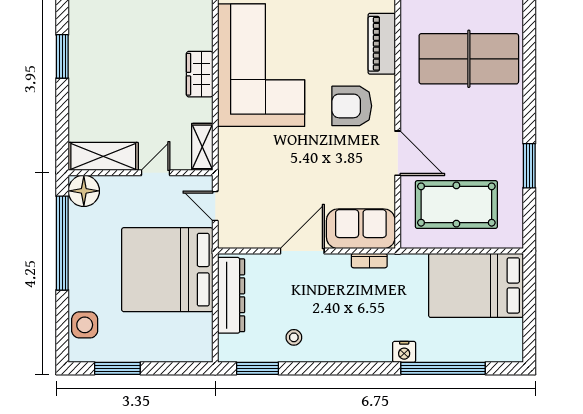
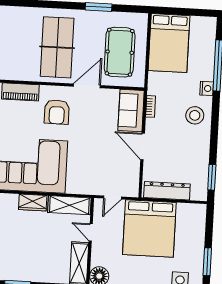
table tennis table: (469, 59) -> (57, 47), moved
shelving: (202, 147) -> (69, 205), width x1.50, depth x1.33
stool: (294, 337) -> (195, 115), moved, width x1.89, depth x1.89

